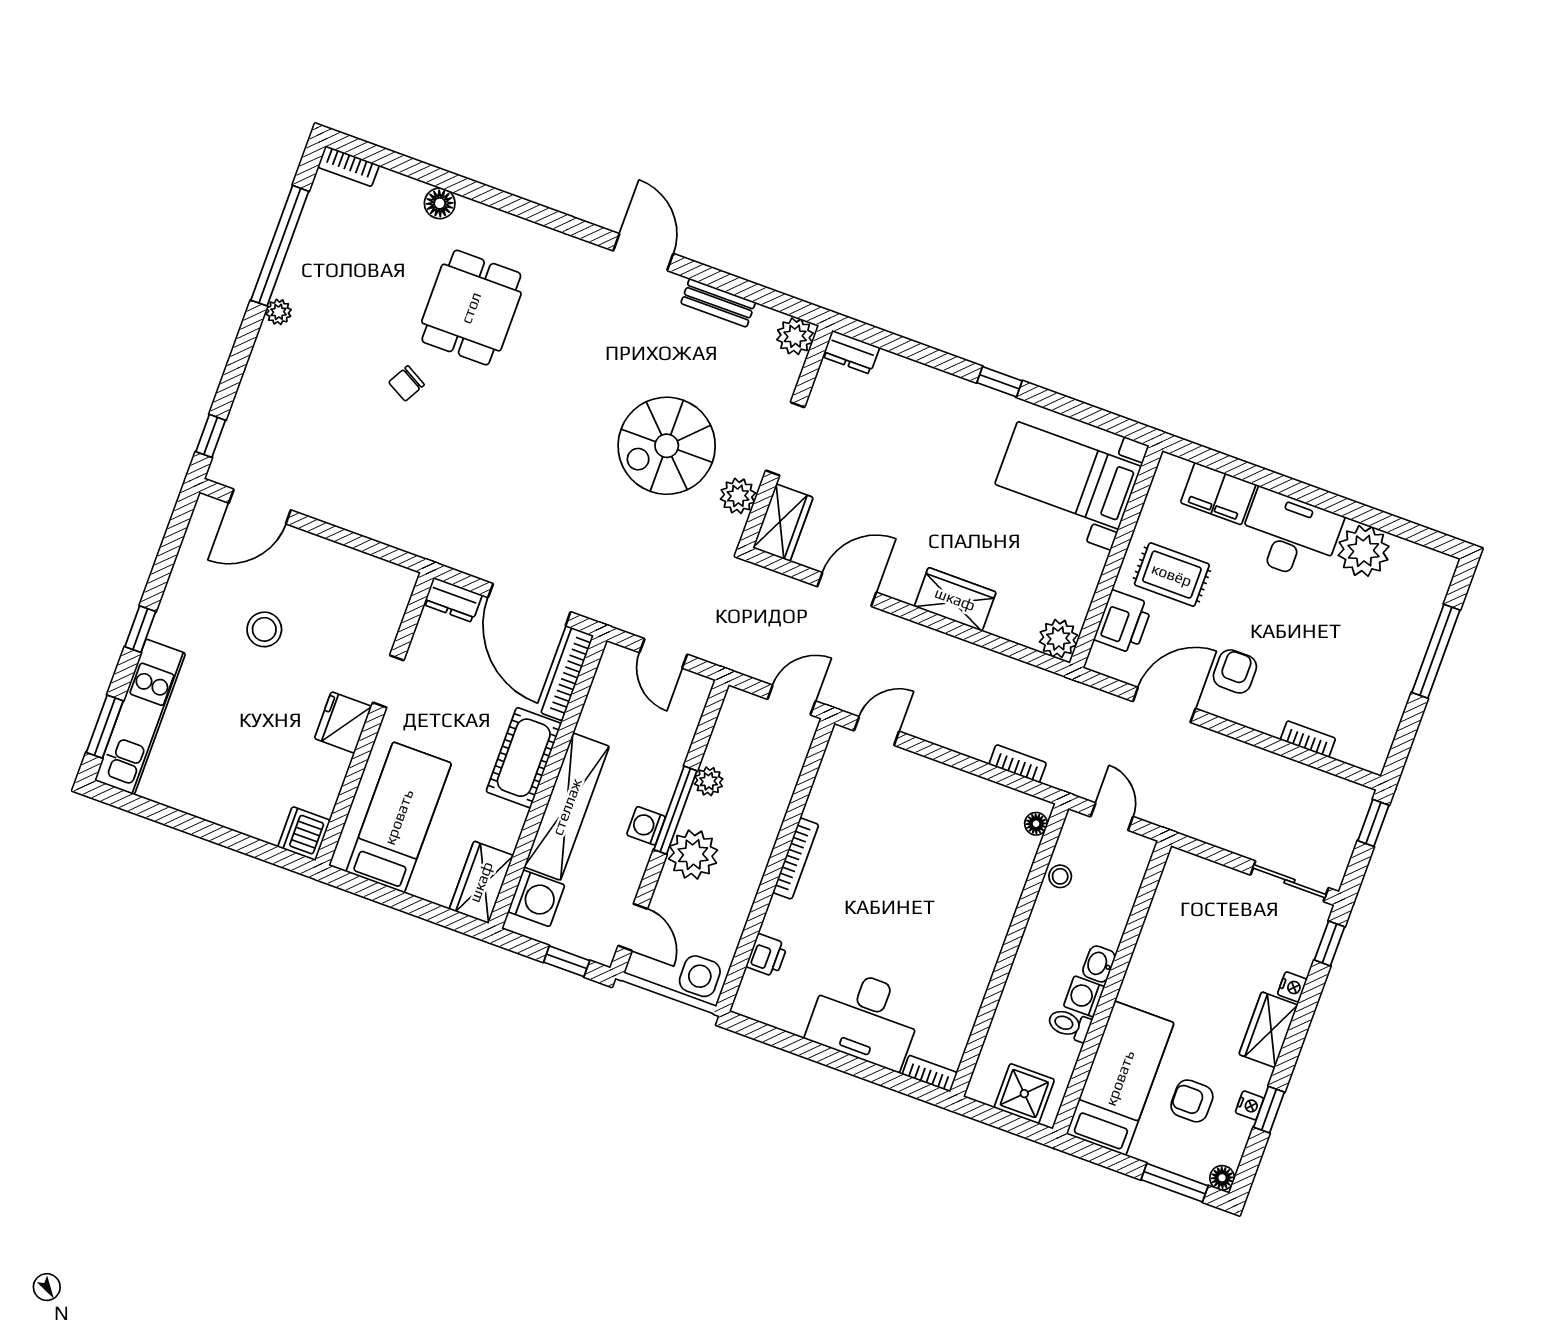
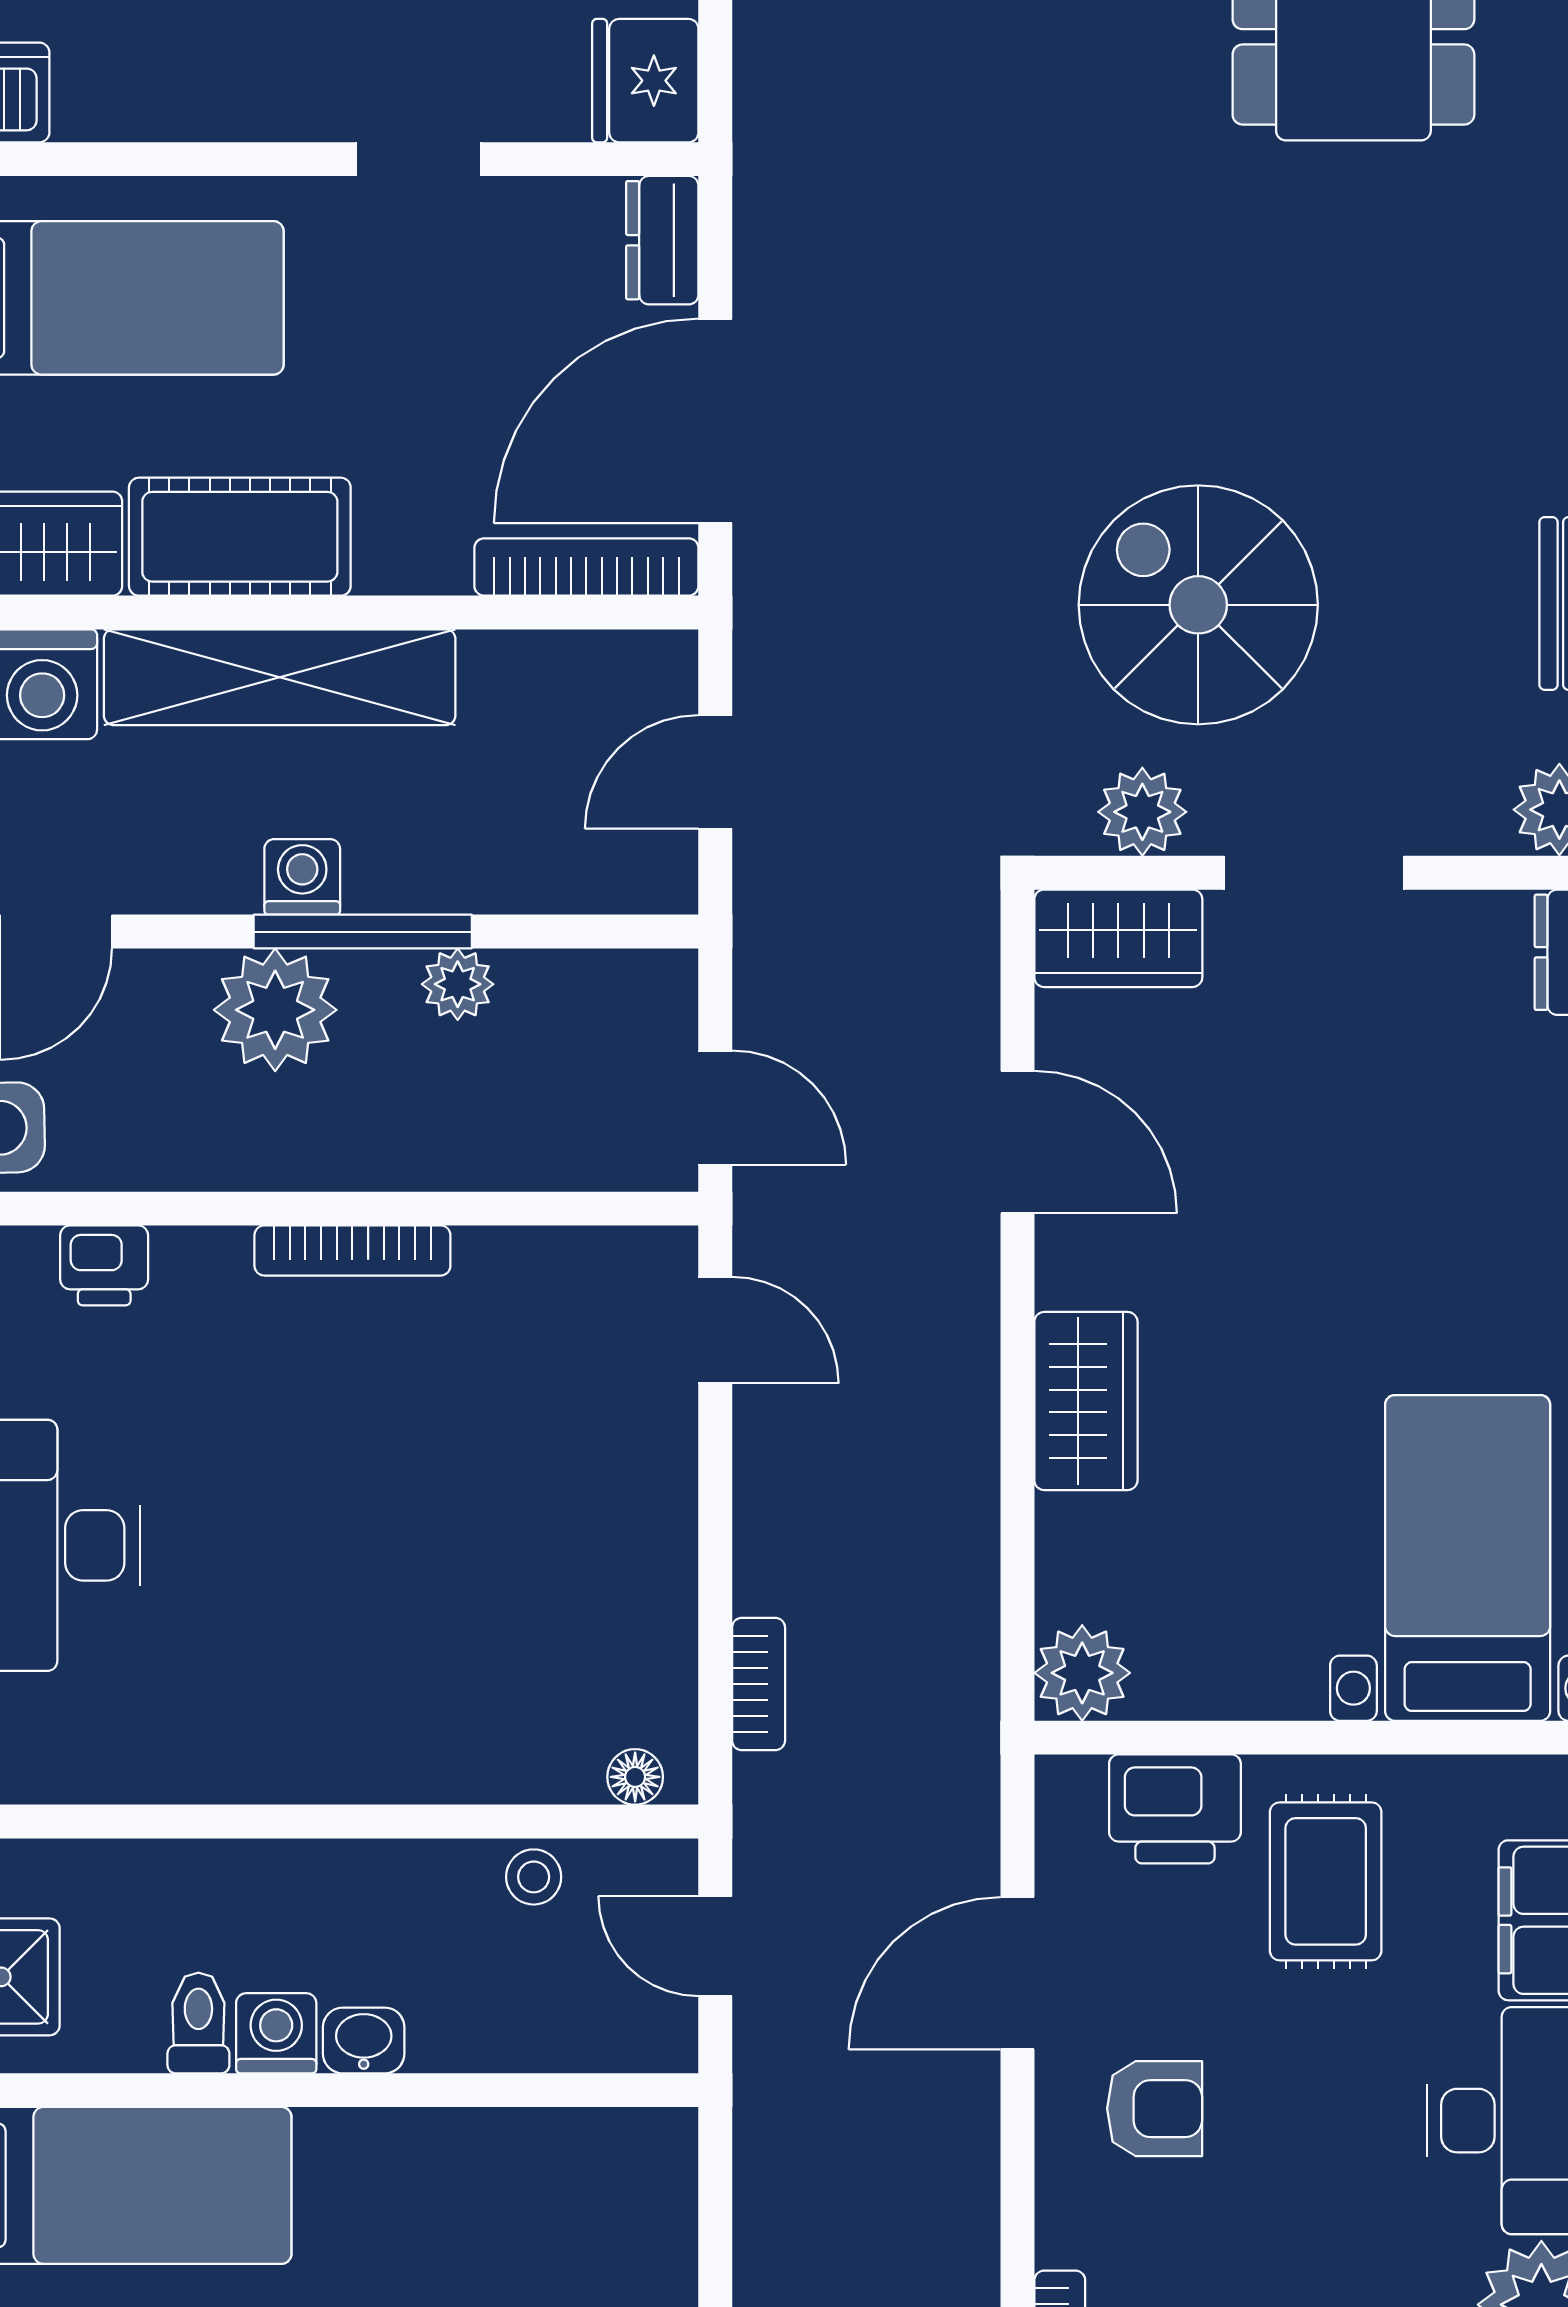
door: (1164, 705) -> (1018, 1973), swing flipped
fridge: (343, 722) -> (645, 81), moved, turned -90
cot: (524, 758) -> (240, 537), moved
door: (1112, 817) -> (715, 1946), swing flipped

